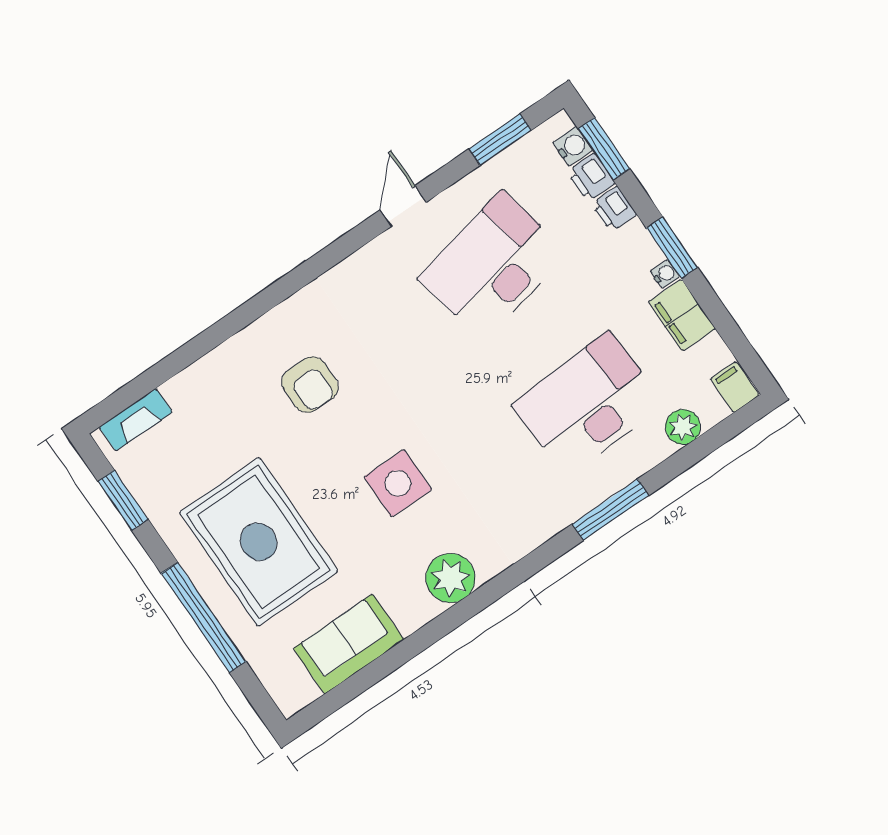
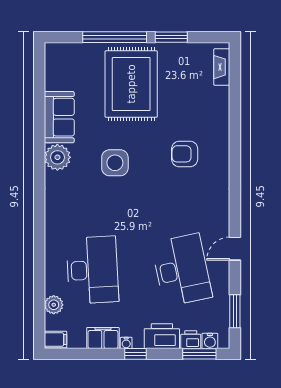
door: (403, 206) -> (235, 249), swing flipped
printer: (614, 209) -> (162, 336), width x1.87, depth x1.48
window: (672, 248) -> (136, 354), width x0.67
window: (123, 500) -> (171, 37), moved
window: (611, 510) -> (39, 248), removed
rug: (259, 542) -> (131, 84), turned 90
sofa: (349, 644) -> (59, 117), moved

